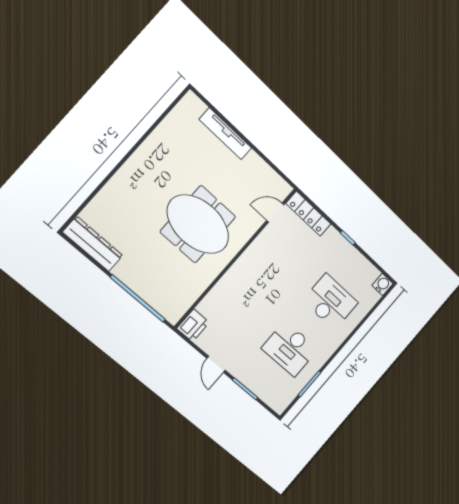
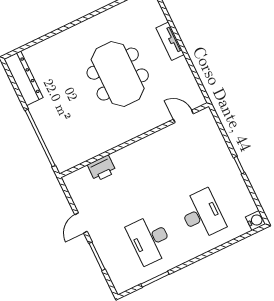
tv unit: (225, 134) -> (170, 41), width x0.71
locker: (308, 214) -> (212, 129), removed
meeting table: (198, 224) -> (118, 74), moved
printer: (193, 325) -> (102, 168), moved

